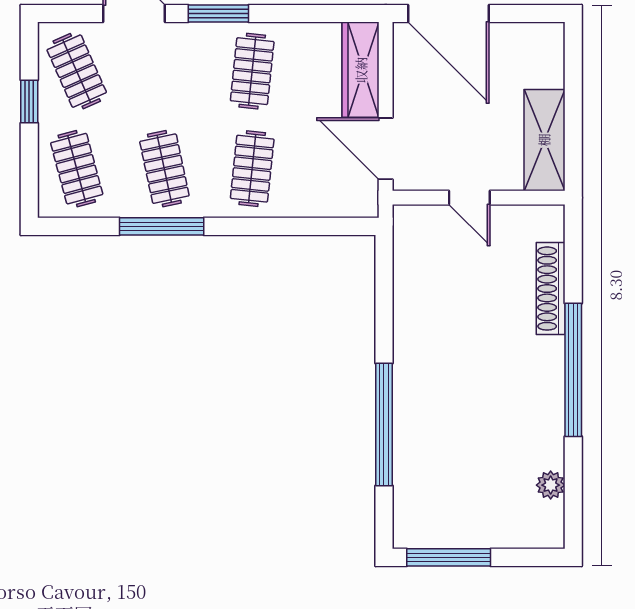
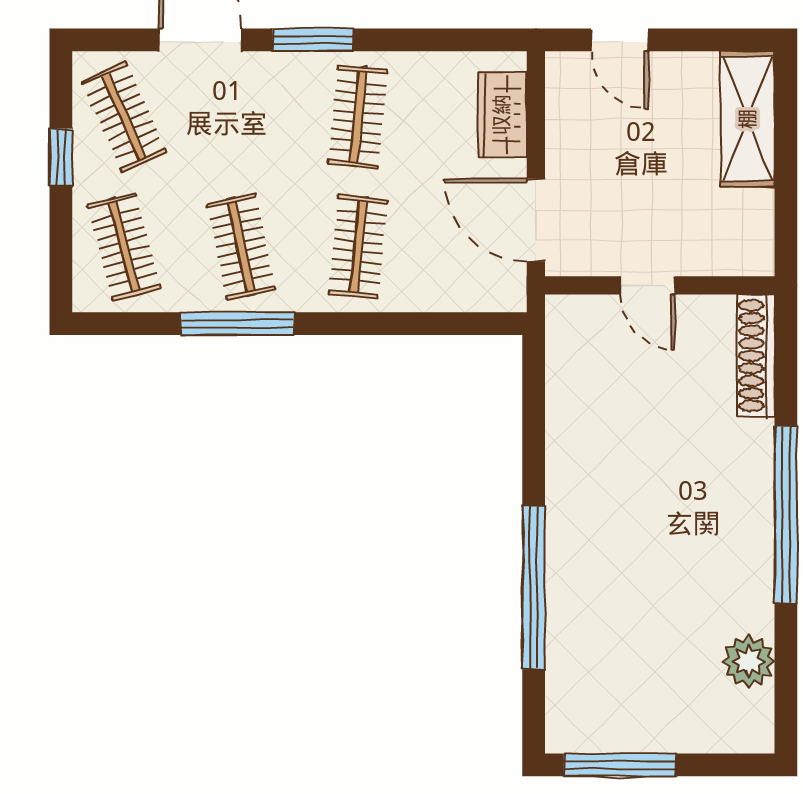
door: (448, 13) -> (620, 40), width x0.53
wardrobe: (361, 70) -> (502, 115), width x0.67
shelving: (544, 140) -> (748, 119), moved
shoe rack: (551, 289) -> (756, 356), moved
plant: (551, 485) -> (749, 661), width x1.38, depth x1.38

